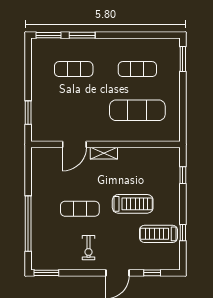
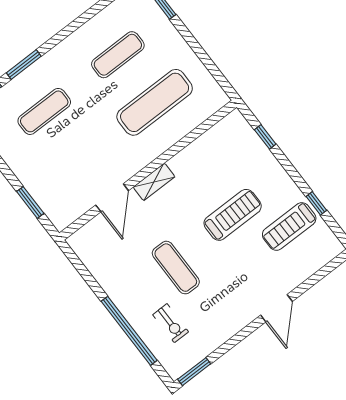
exercise mat: (80, 209) -> (176, 268), turned 90
exercise bike: (89, 248) -> (171, 323), moved
window: (152, 273) -> (317, 277), removed

